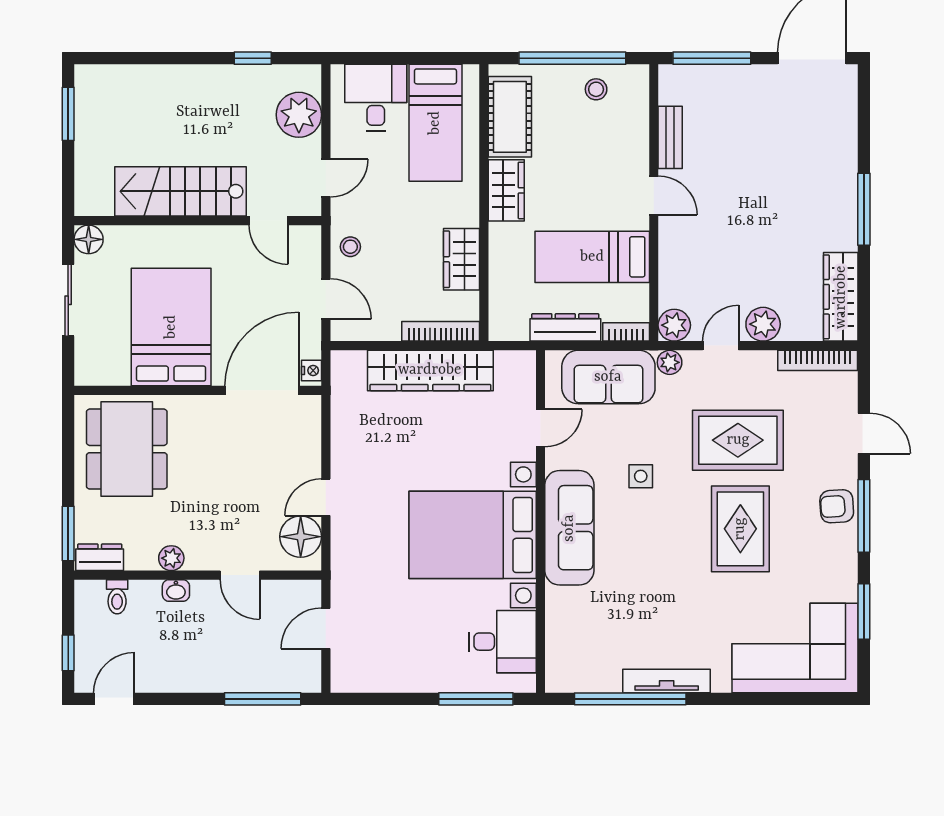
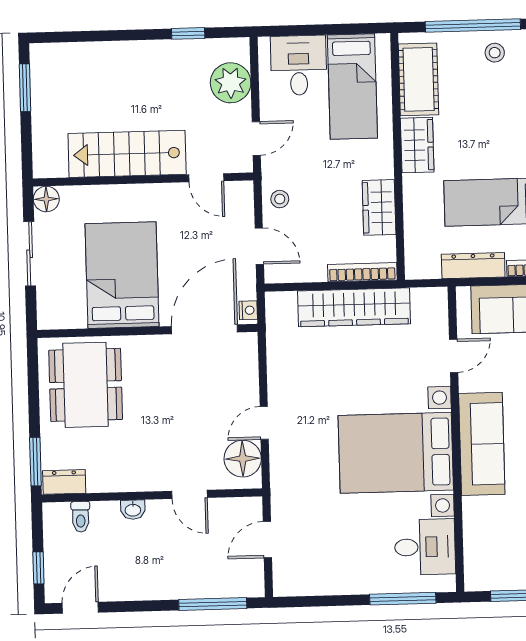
plant: (171, 558) -> (128, 481), removed

